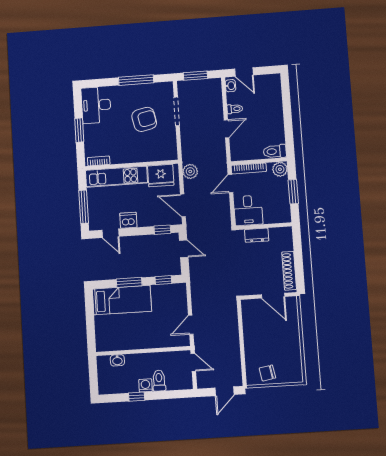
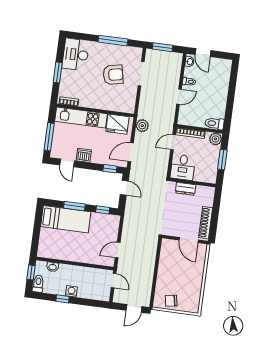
door: (183, 205) -> (131, 152), hinge flipped
window: (93, 372) -> (31, 272), added
toilet: (159, 381) -> (38, 284), moved

